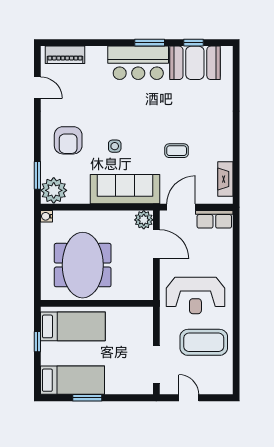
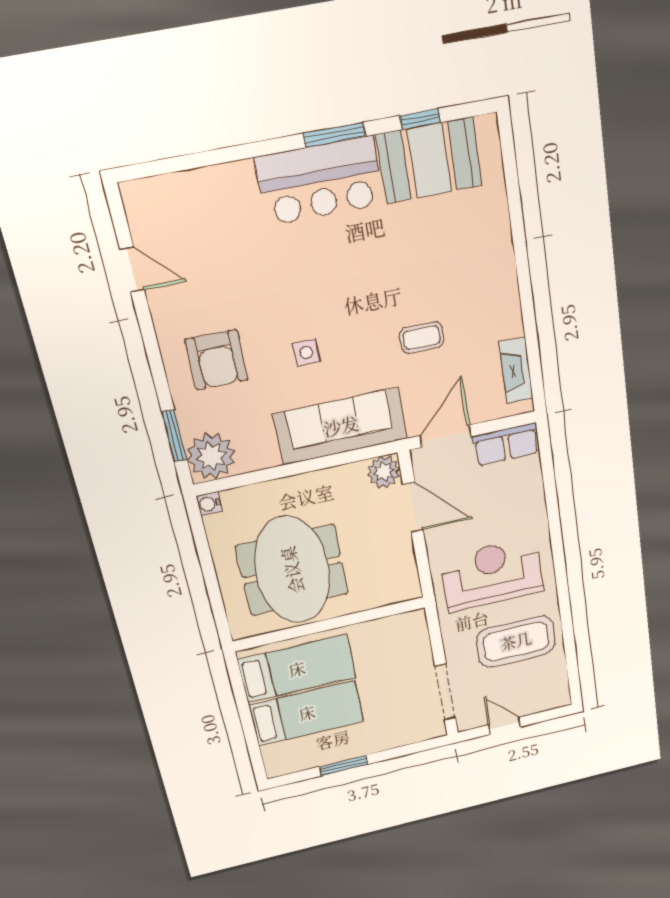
piano: (65, 55) -> (171, 192), removed
reception desk: (195, 296) -> (492, 574), turned 180
window: (37, 342) -> (243, 705), removed
bed: (73, 380) -> (307, 713), moved

